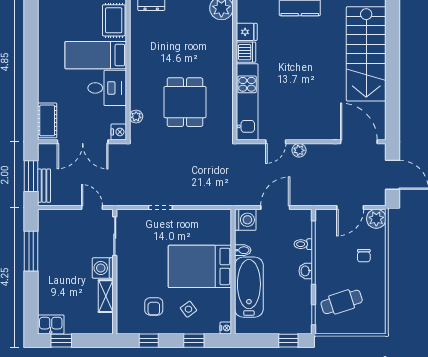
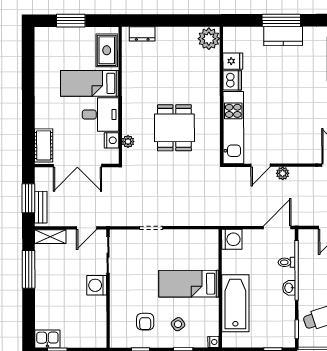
nightstand: (119, 132) -> (112, 140), moved
door: (92, 207) -> (86, 228), swing flipped
door: (275, 207) -> (277, 228), moved
bidet: (243, 250) -> (229, 268), removed
bed: (200, 266) -> (189, 284), width x0.67
shelving: (106, 296) -> (50, 237), moved, turned 90

